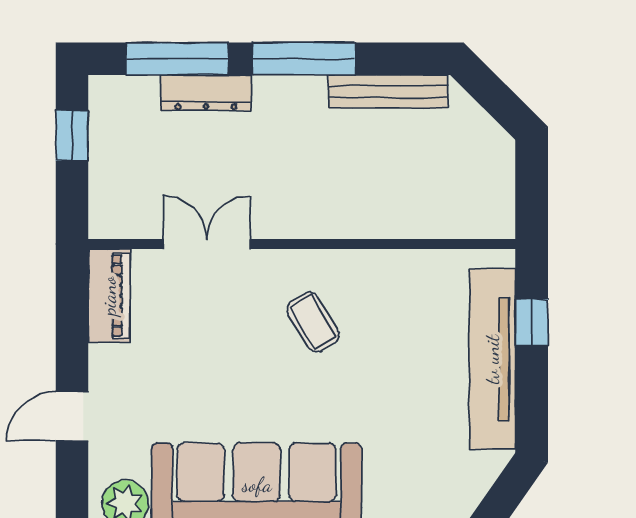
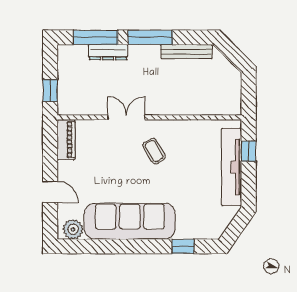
window: (72, 136) -> (50, 91), moved
double door: (207, 244) -> (126, 117), moved
door: (72, 416) -> (50, 192), swing flipped

